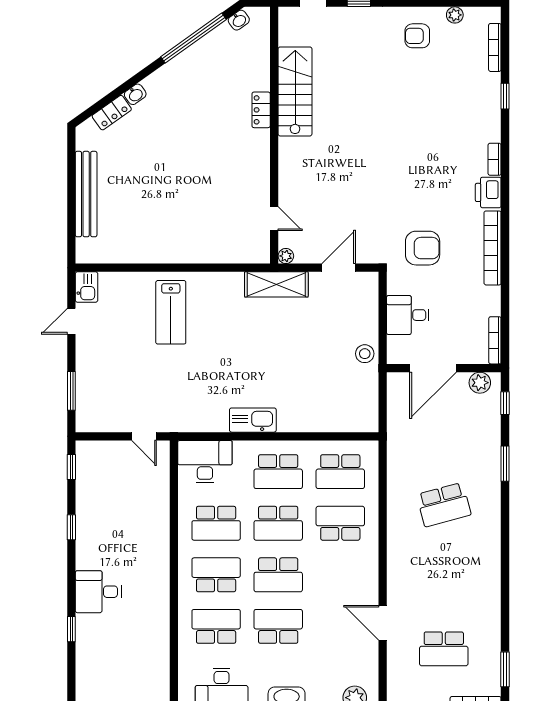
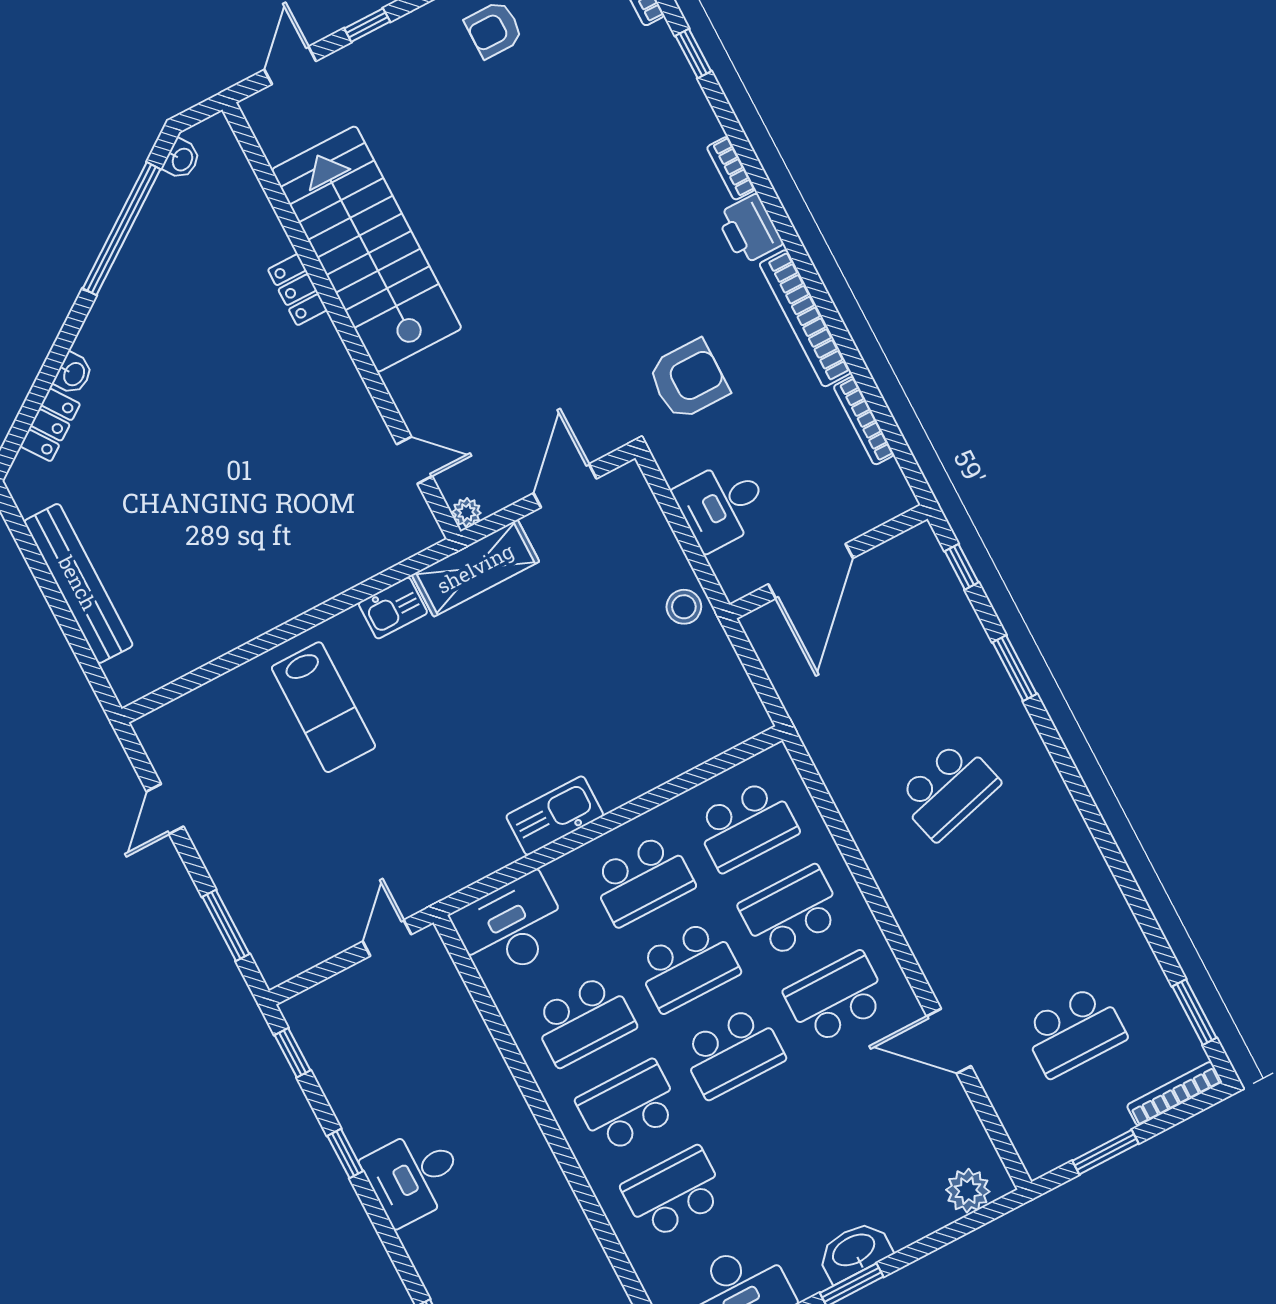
stairs: (295, 91) -> (366, 249), width x1.36, depth x1.51
kitchen sink: (87, 287) -> (393, 608), moved, turned 90
bookcase: (495, 340) -> (864, 421), moved
plant: (480, 383) -> (902, 555), removed
door: (144, 436) -> (387, 938), swing flipped
desk: (98, 592) -> (414, 1176), moved
school desk: (278, 626) -> (836, 998), moved

